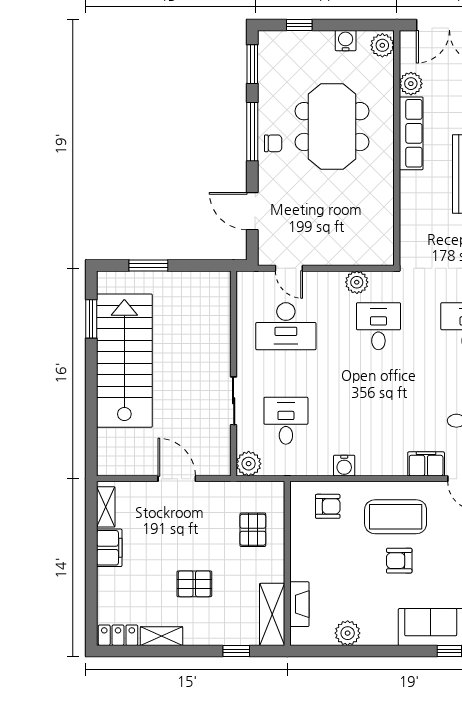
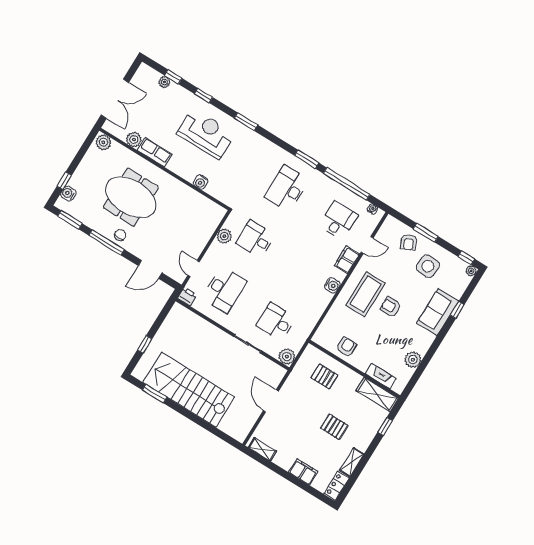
water cooler: (346, 41) -> (68, 193), moved
row of seats: (411, 133) -> (155, 152), width x0.68
water cooler: (409, 207) -> (201, 182), added
window: (148, 265) -> (145, 344), width x0.67
door: (289, 268) -> (194, 269), swing flipped
printer: (247, 282) -> (187, 296), added
water cooler: (344, 466) -> (332, 285), moved
door: (177, 479) -> (271, 401), hinge flipped
armchair: (328, 506) -> (347, 347), moved
filing cabinet: (109, 548) -> (303, 472), moved
armchair: (399, 561) -> (391, 307), turned 90
pallet: (194, 584) -> (334, 427), turned 90

